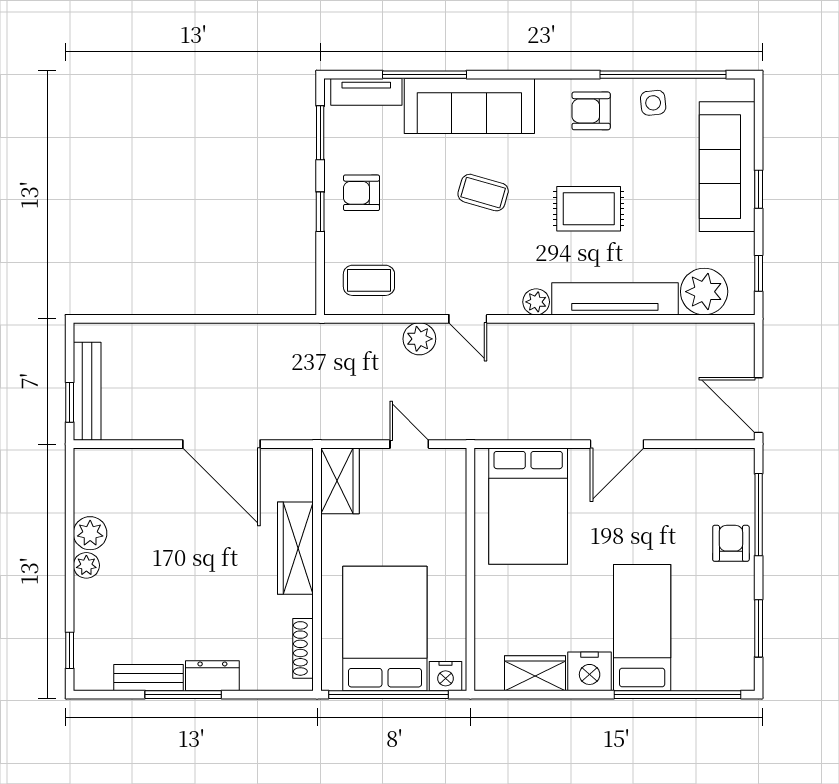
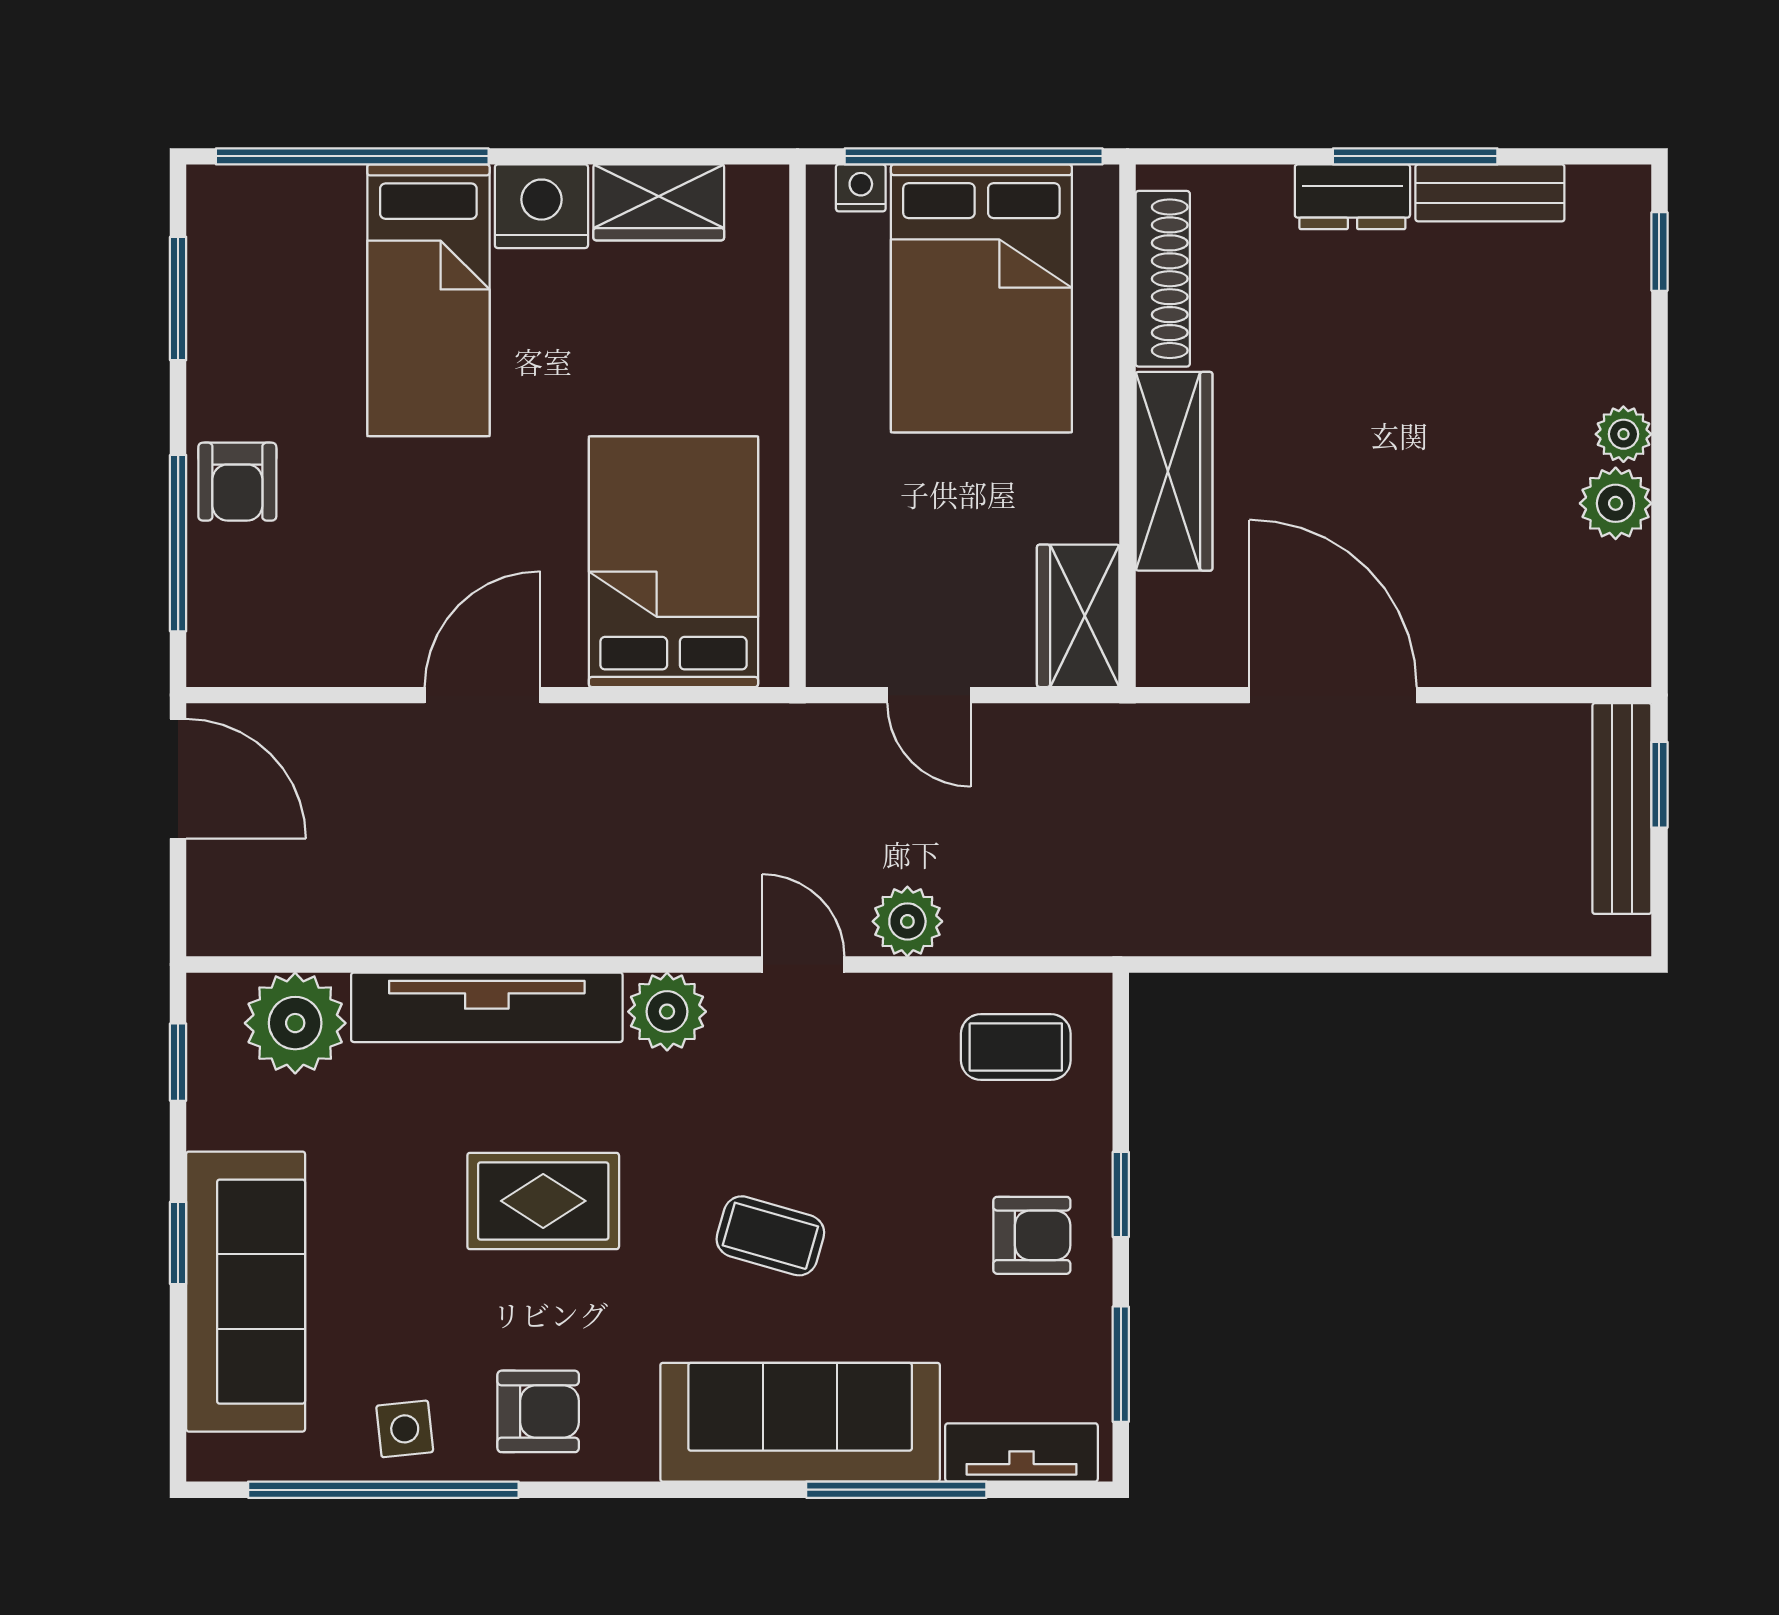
plant: (536, 302) -> (667, 1012), width x1.38, depth x1.38
shoe rack: (303, 648) -> (1163, 279), width x1.36, depth x1.24
nightstand: (446, 676) -> (861, 188), width x0.72, depth x0.74

